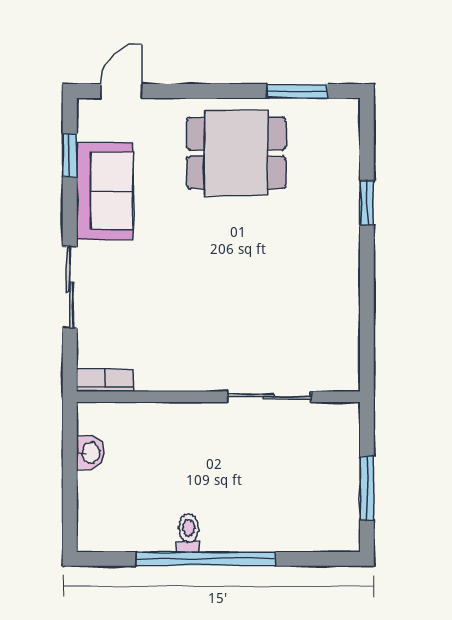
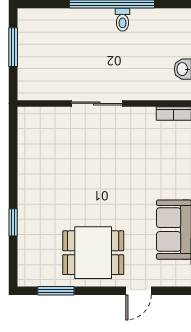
door: (121, 91) -> (139, 291), moved
sliding door: (269, 397) -> (97, 103), moved

